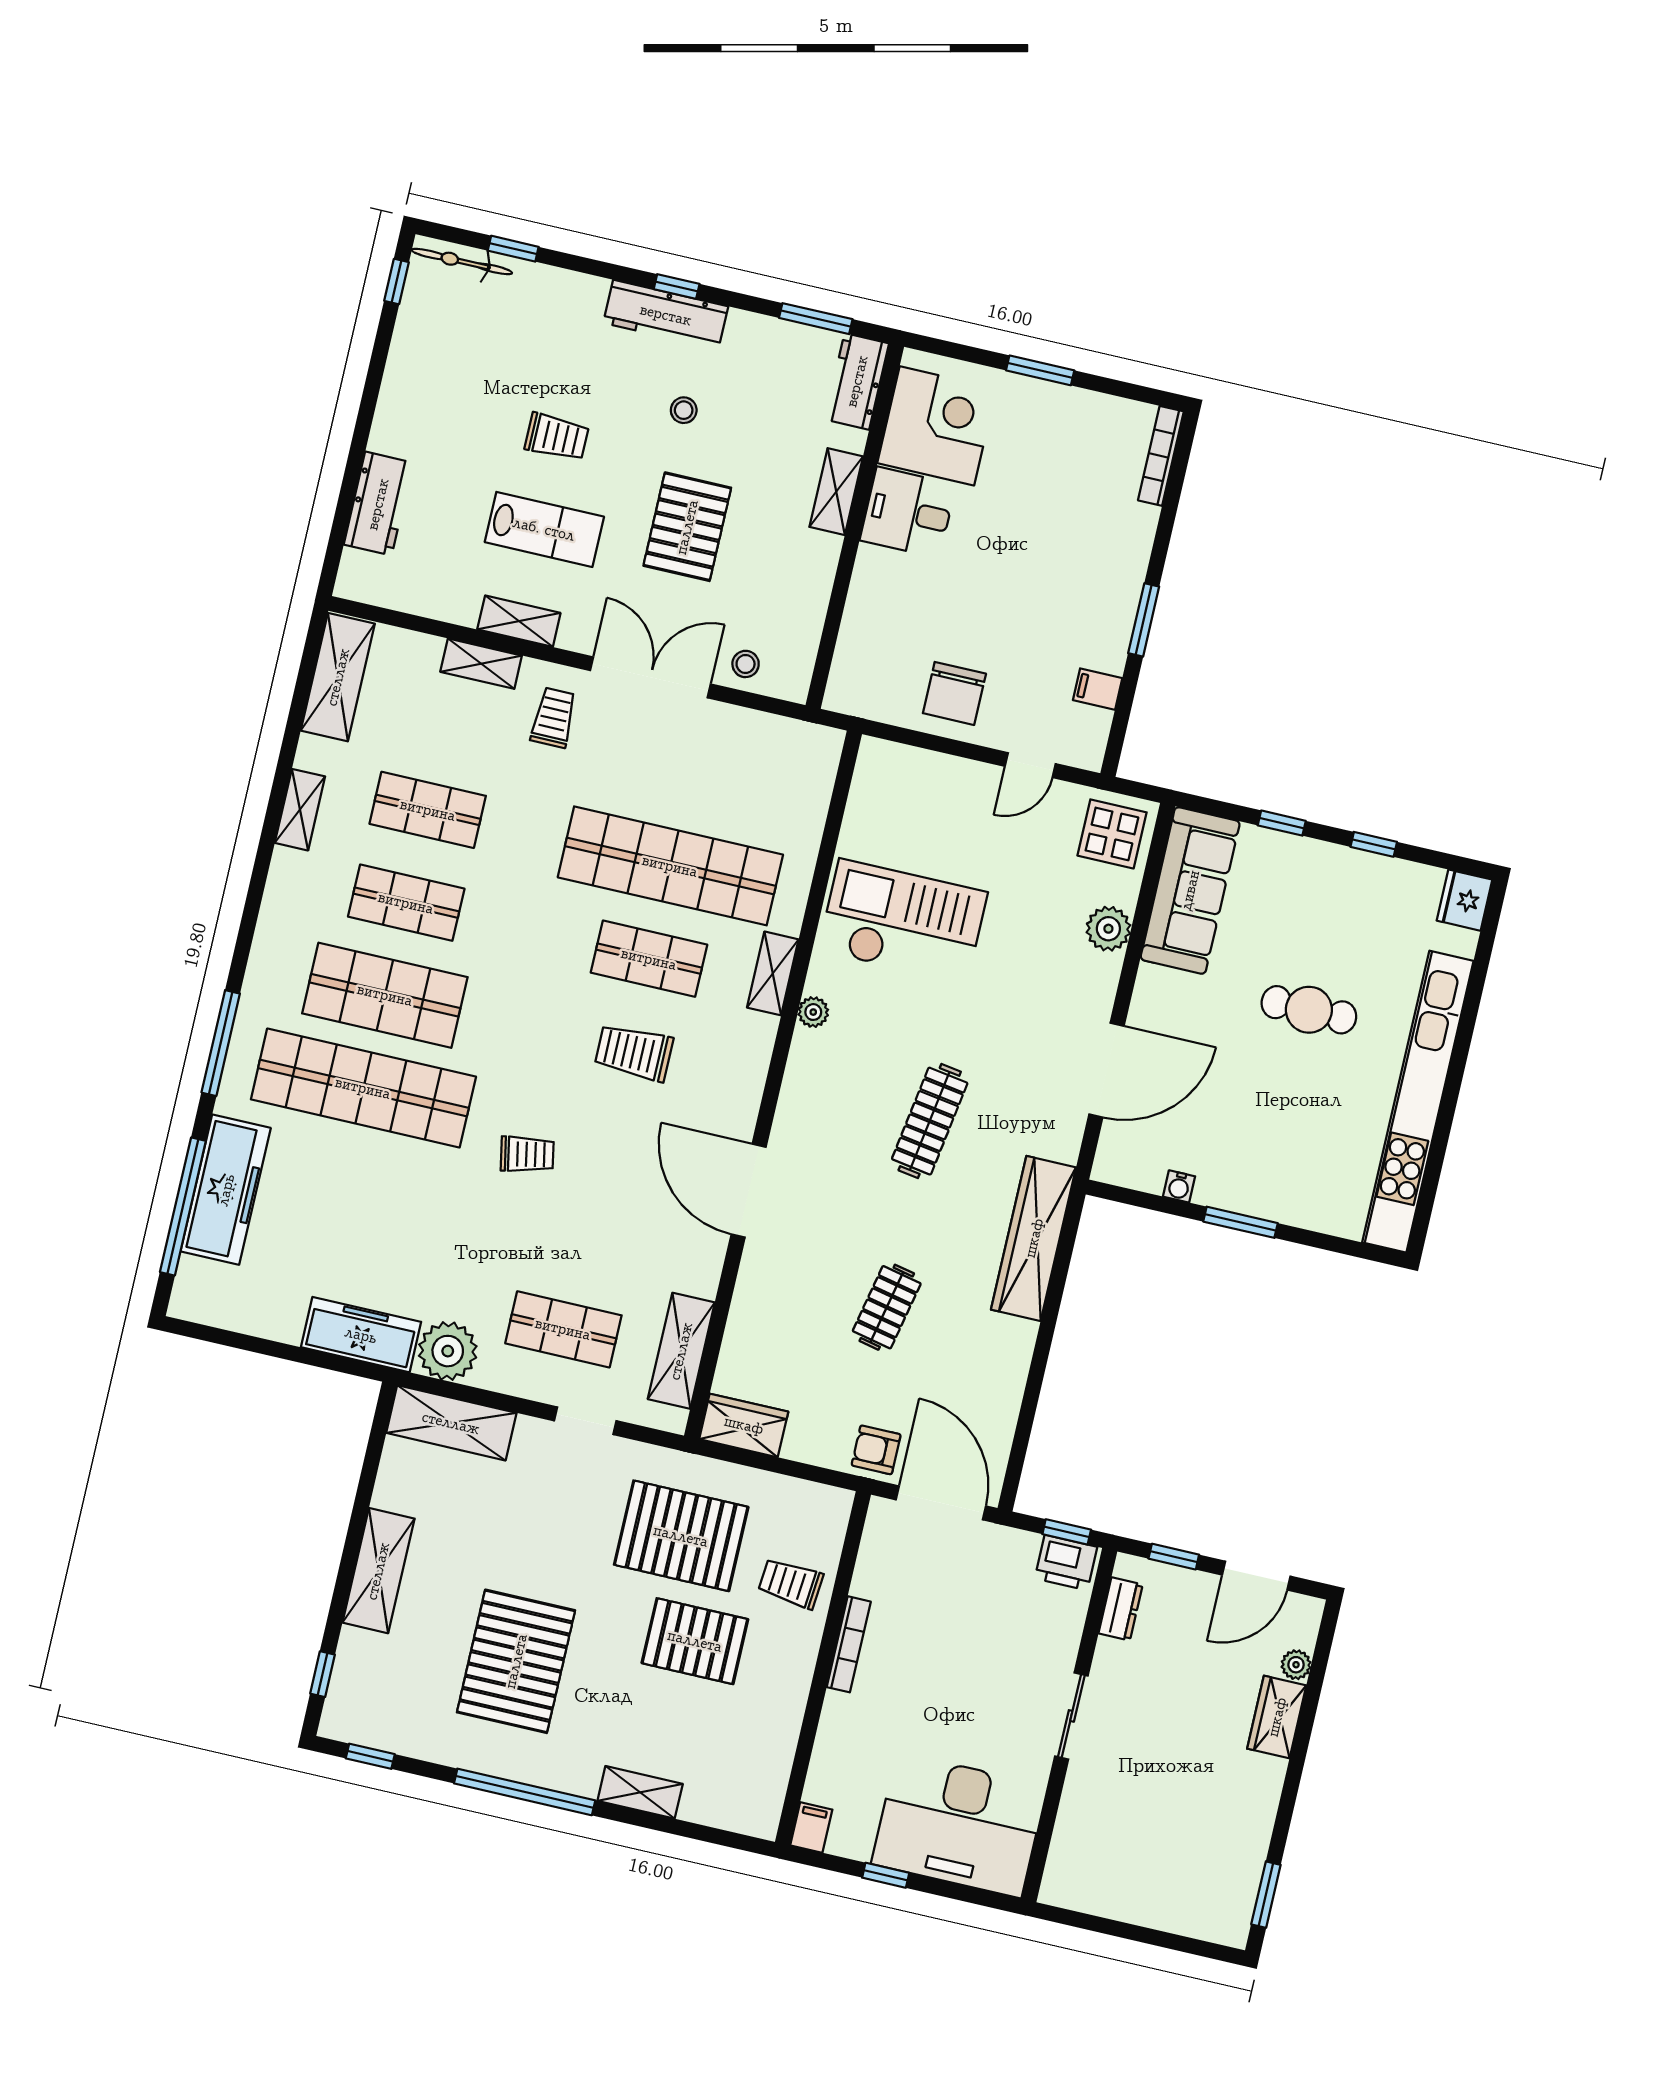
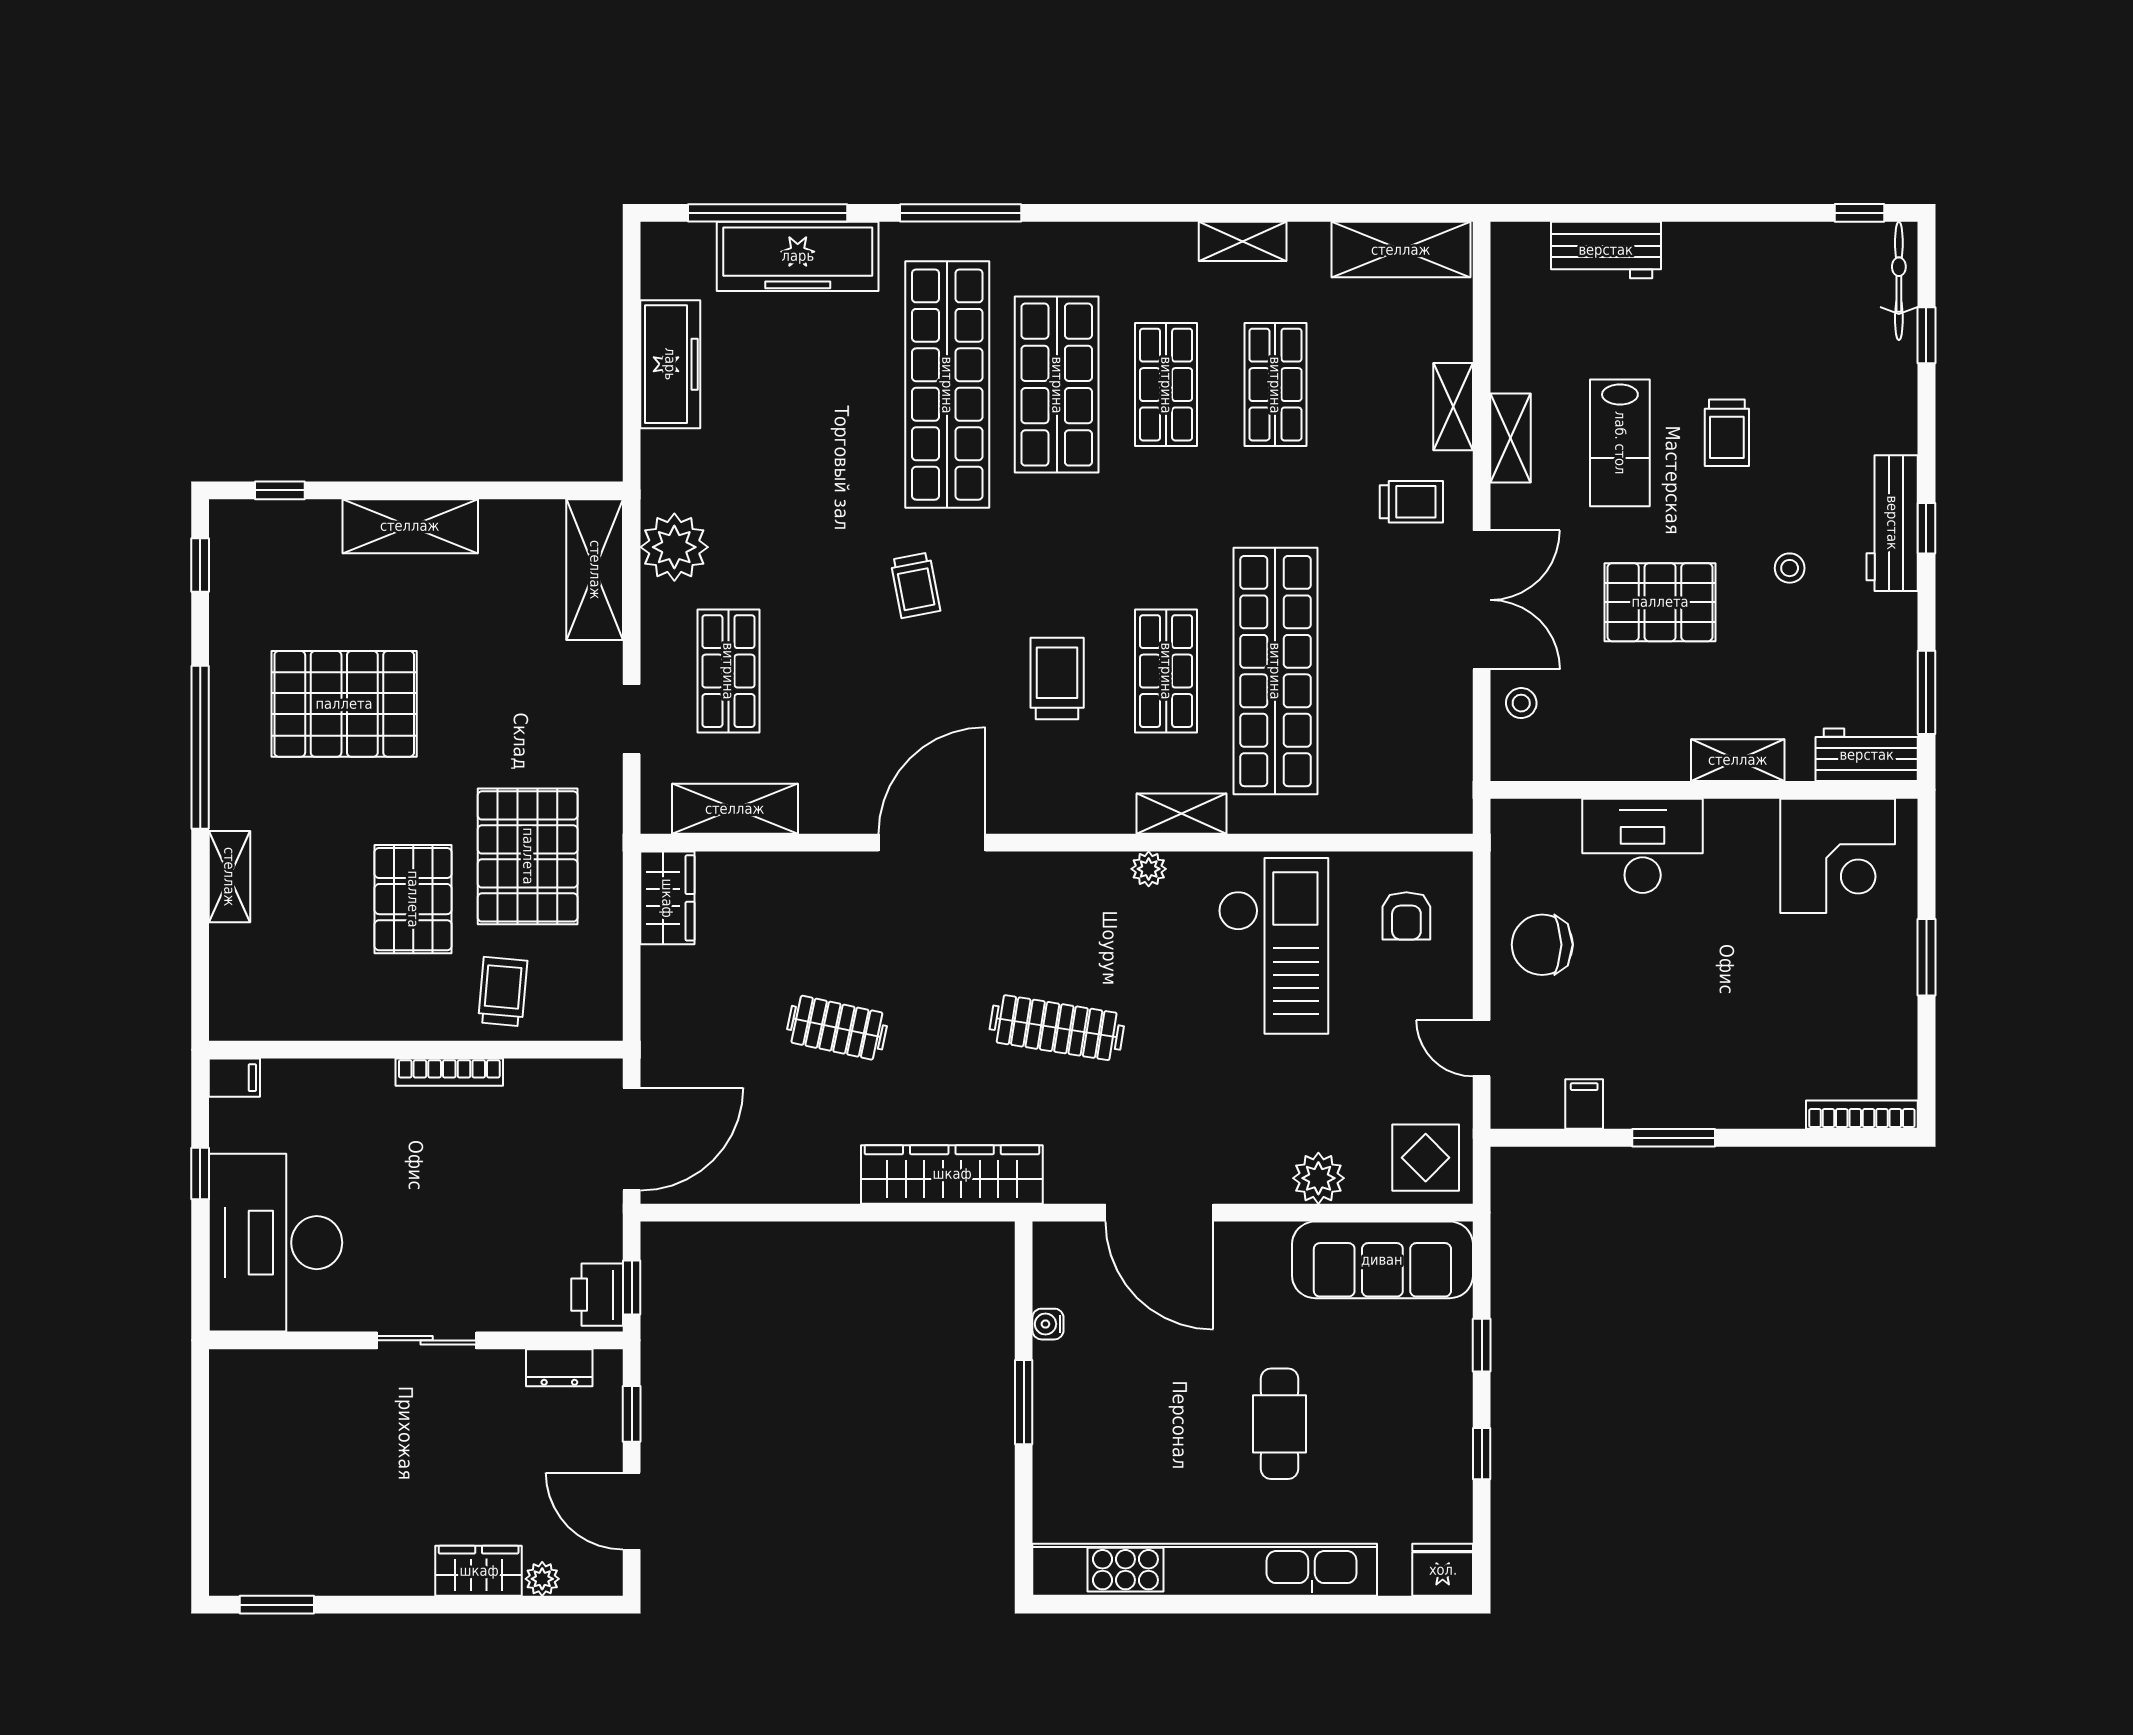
desk: (908, 512) -> (1643, 846), moved, width x1.37
freezer: (361, 1335) -> (670, 364), moved
armchair: (876, 1450) -> (1406, 916), moved, turned 180

